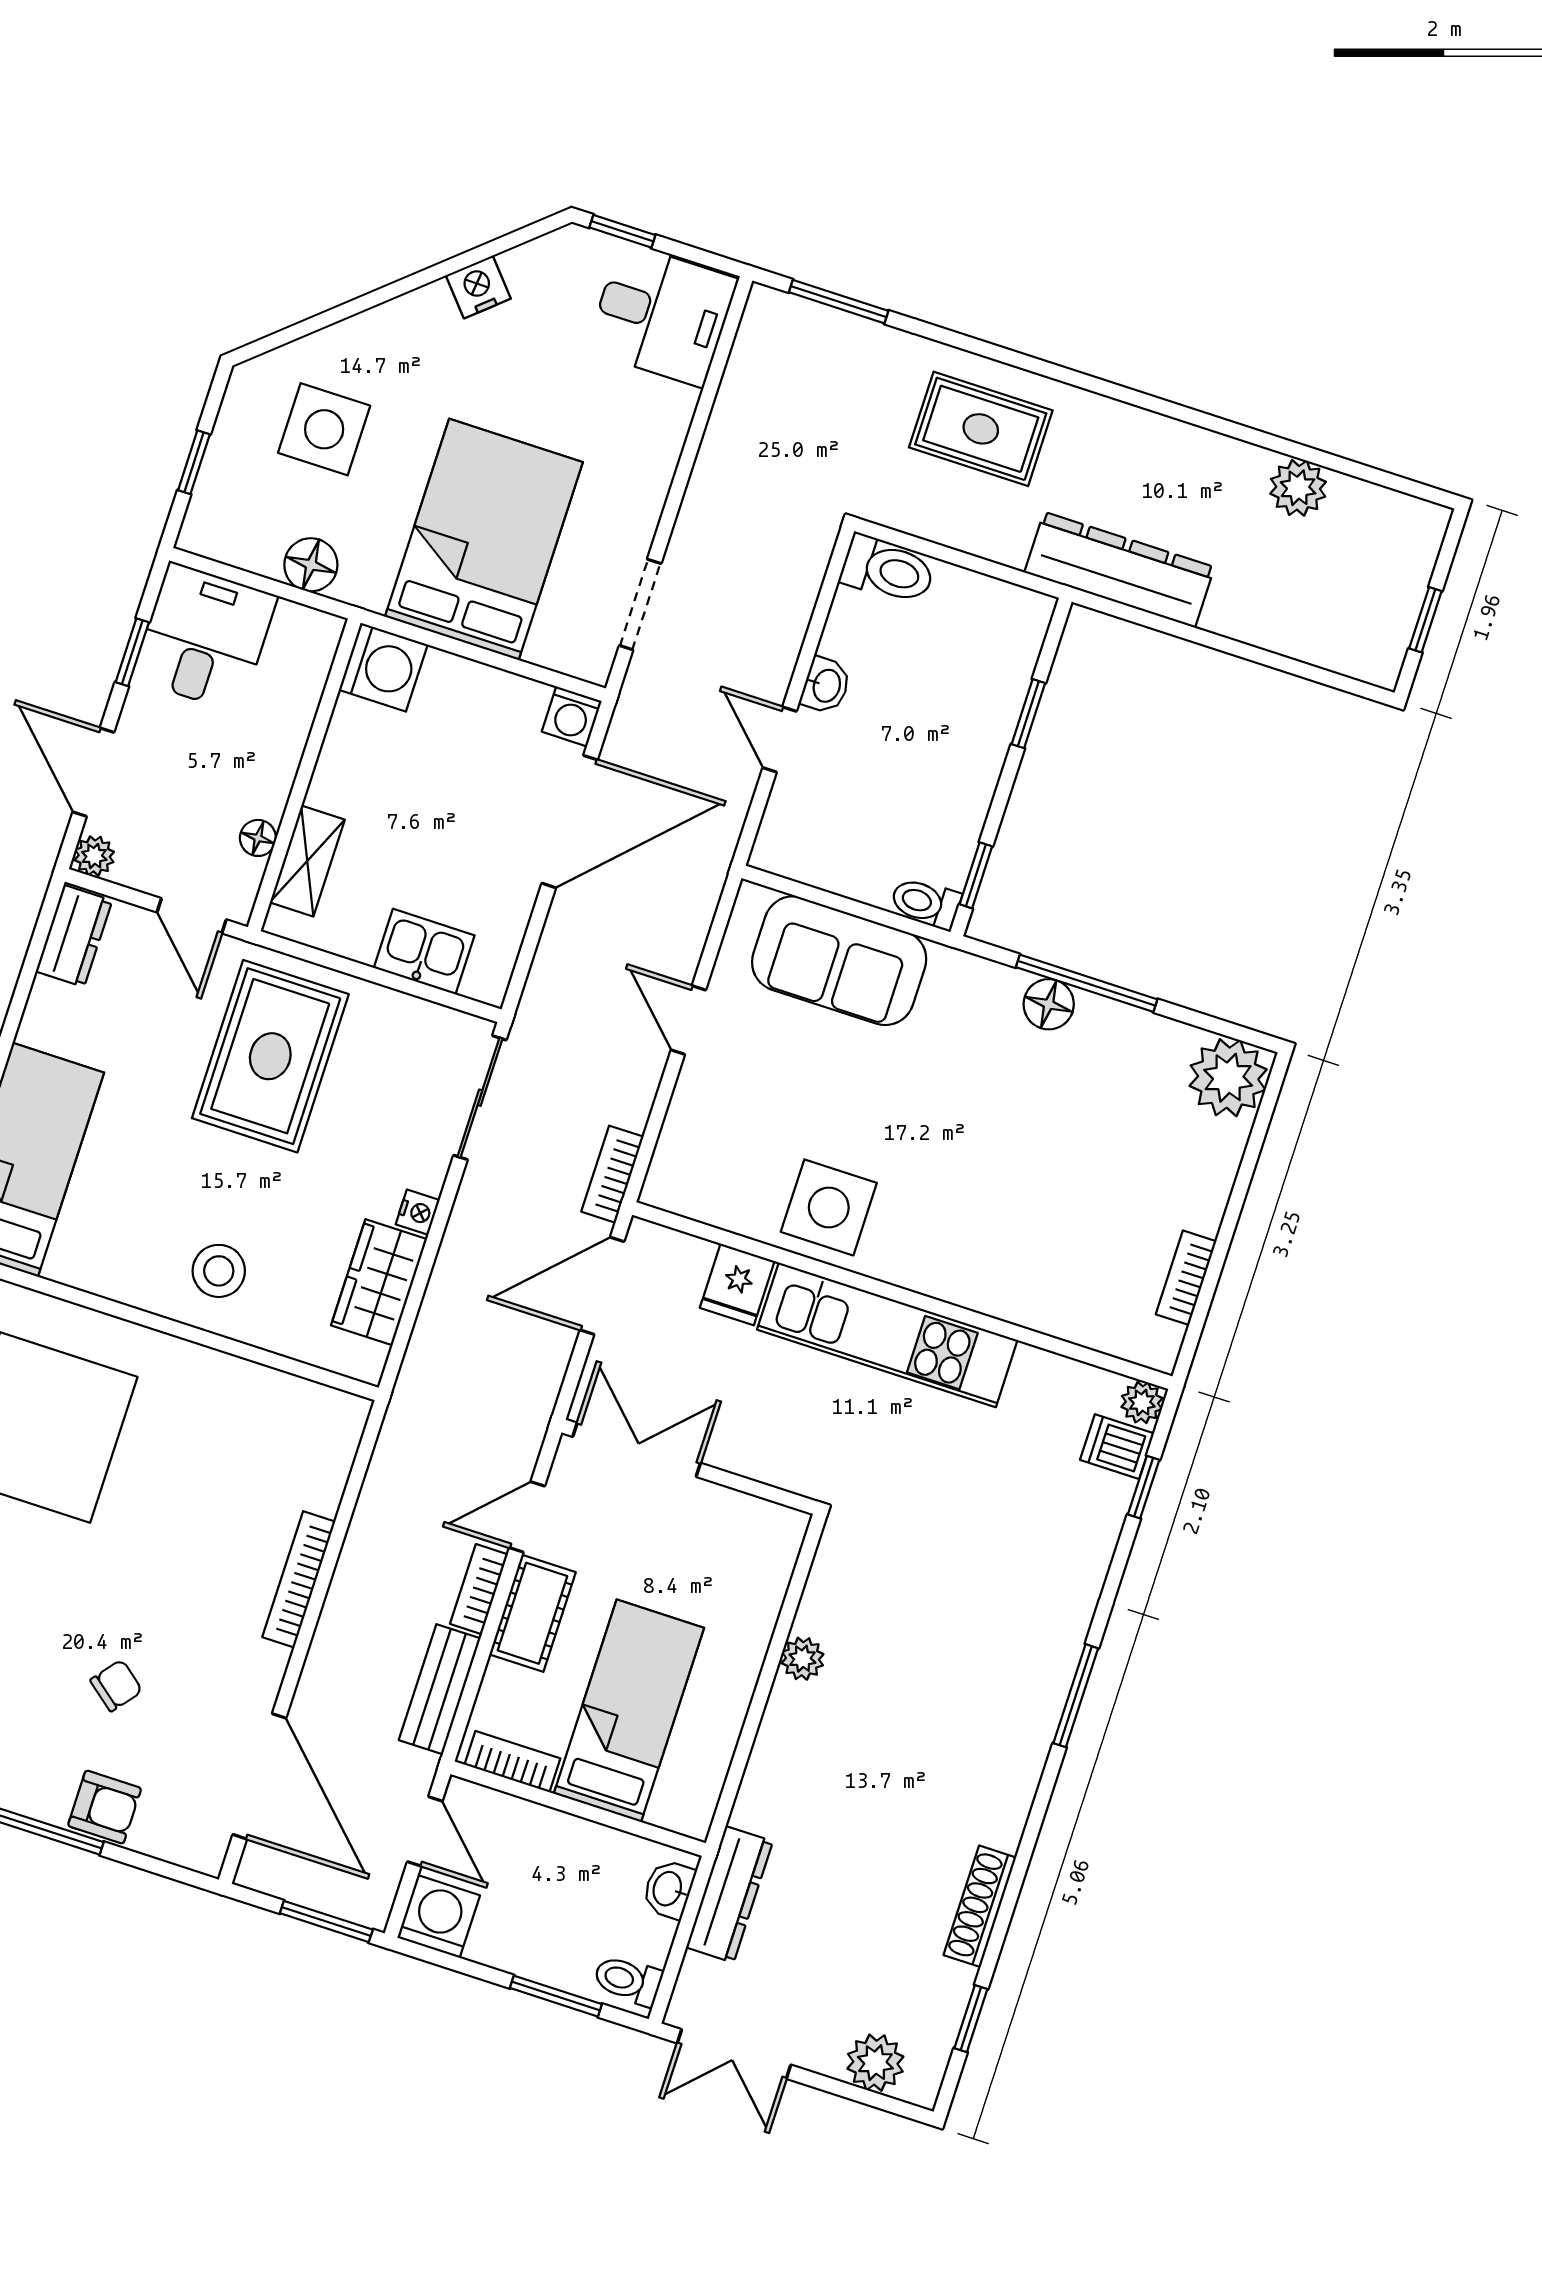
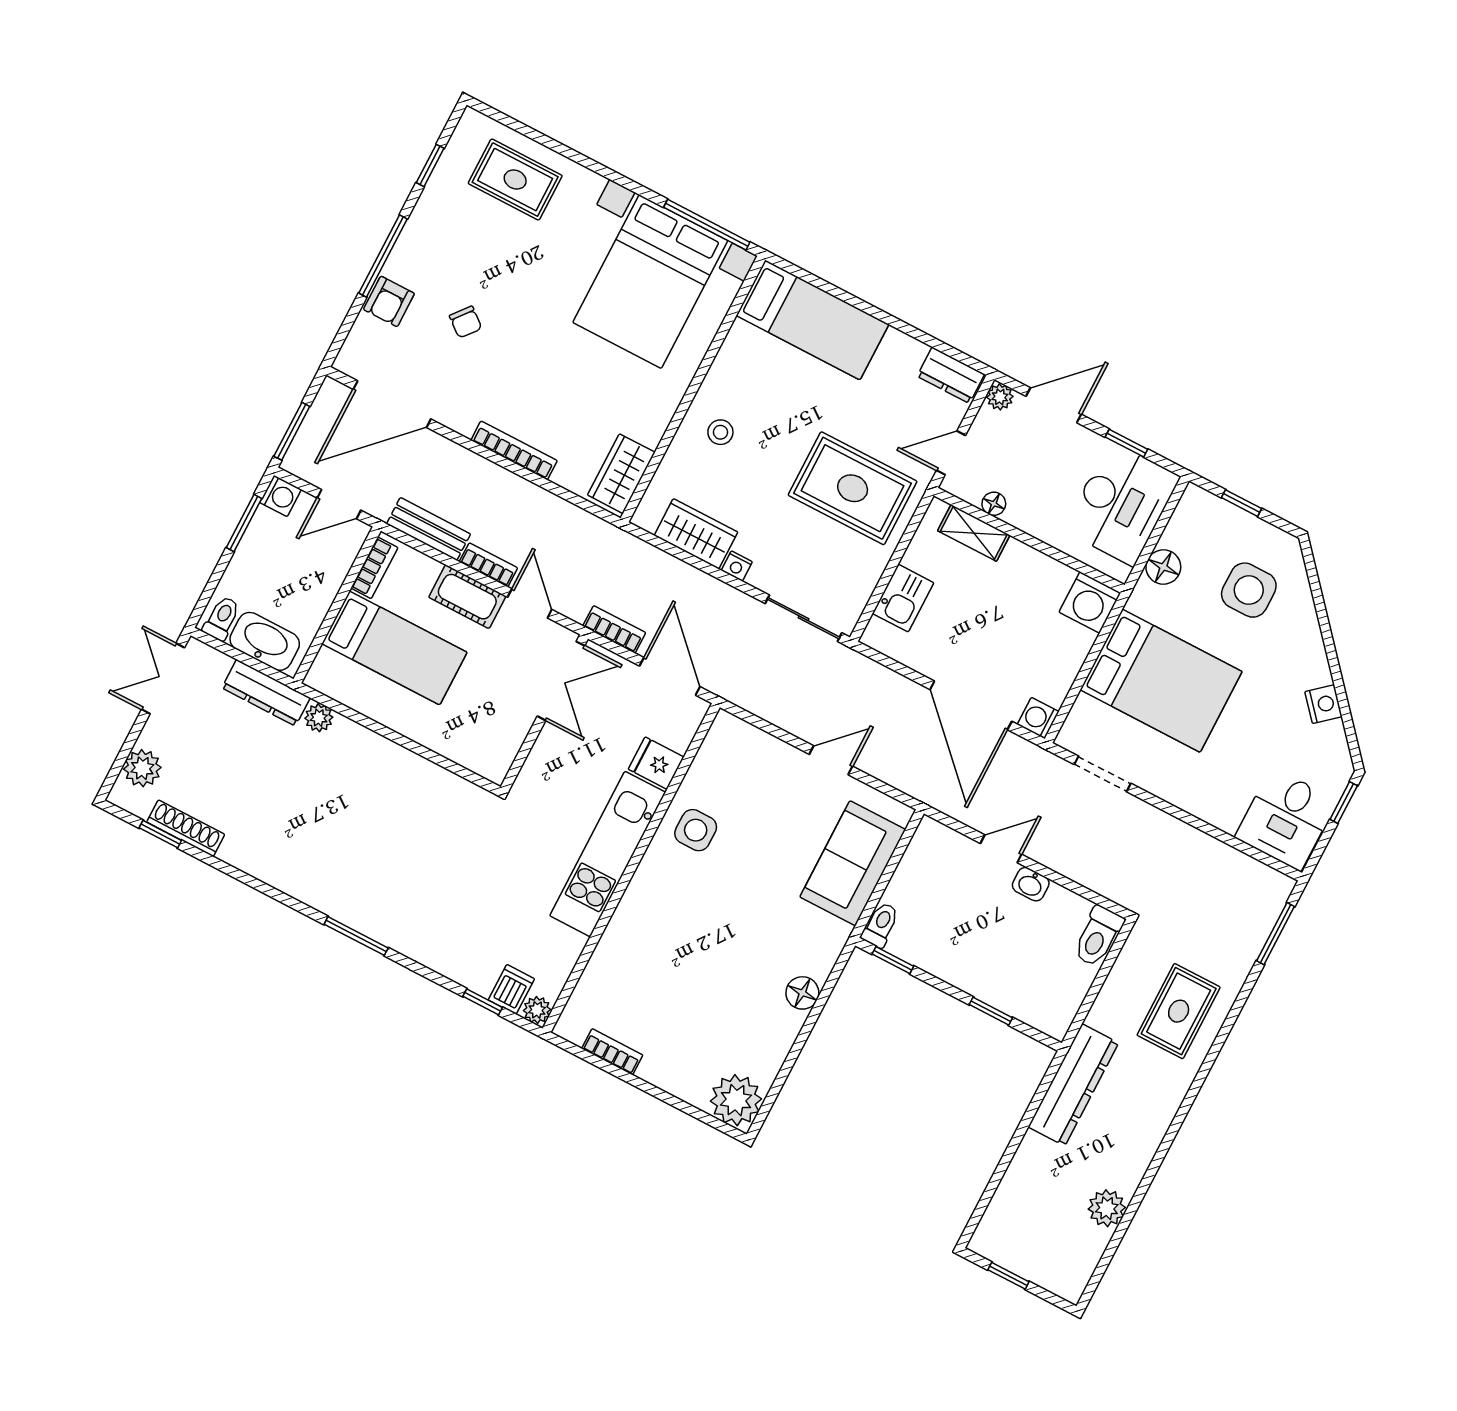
desk: (205, 637) -> (1122, 503), width x1.37
window: (1087, 983) -> (812, 1020), removed
bookcase: (612, 1174) -> (614, 629), moved
side table: (829, 1207) -> (696, 830), width x0.73, depth x0.73
stool: (219, 1271) -> (720, 432), width x0.73, depth x0.73
wardrobe: (307, 1411) -> (621, 474), added
plant: (802, 1659) -> (319, 718), moved
washbasin: (669, 1889) -> (265, 641), width x1.91, depth x1.45
shoe rack: (980, 1906) -> (186, 828), moved
washing machine: (439, 1916) -> (280, 496), width x0.73, depth x0.73
window: (556, 1996) -> (244, 523), moved

